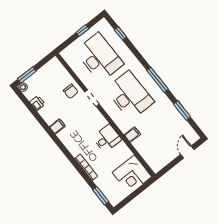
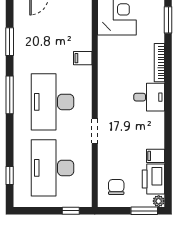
window: (82, 31) -> (71, 211), moved
chair: (71, 91) -> (116, 187), moved
printer: (37, 103) -> (153, 179), width x1.87, depth x1.48
filing cabinet: (57, 126) -> (155, 156), moved
desk: (107, 138) -> (149, 97), moved, turned 180

